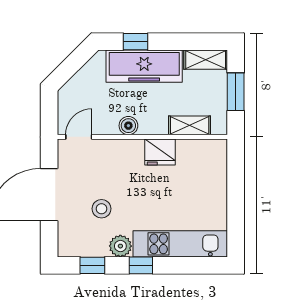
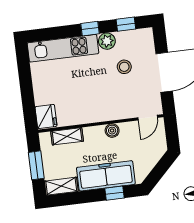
fridge: (160, 152) -> (46, 116), moved, turned 90

